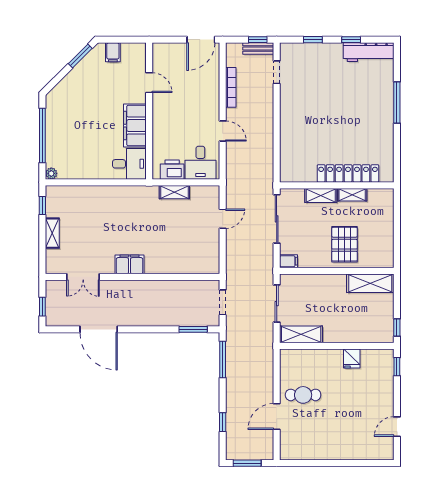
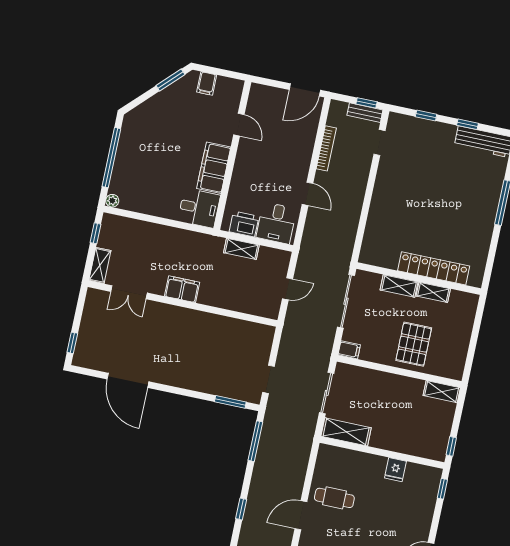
filing cabinet: (129, 264) -> (182, 289), moved
double door: (83, 277) -> (129, 292), moved
wall: (133, 277) -> (183, 304), moved
shelving: (370, 283) -> (442, 392), width x0.67, depth x0.75

